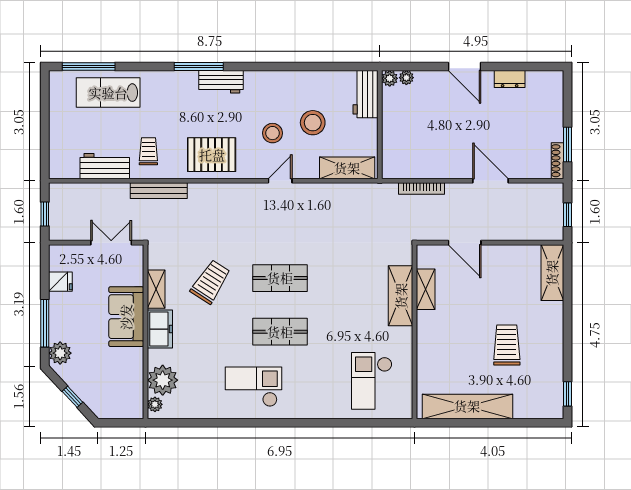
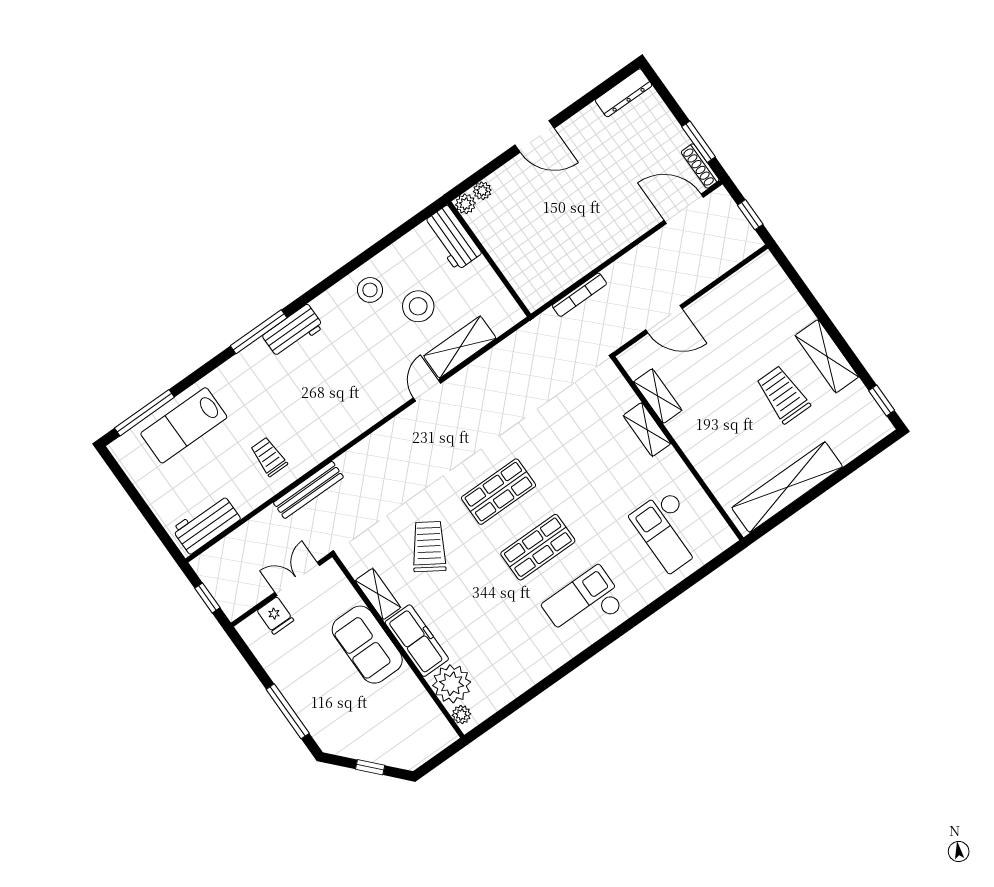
dresser: (510, 79) -> (624, 93), moved, width x1.44
stool: (273, 133) -> (370, 290), moved
pallet: (212, 155) -> (337, 414), removed
workbench: (105, 166) -> (206, 524), moved
shelving: (347, 168) -> (460, 347), moved
door: (490, 181) -> (684, 209), moved
shelving: (552, 273) -> (827, 356), moved
fridge: (60, 282) -> (275, 616), moved, turned 90
shelving: (401, 296) -> (647, 430), width x0.67, depth x0.75
freezer: (160, 329) -> (417, 641), width x1.40
plant: (60, 353) -> (325, 731), removed
checkout: (254, 387) -> (584, 604), moved

